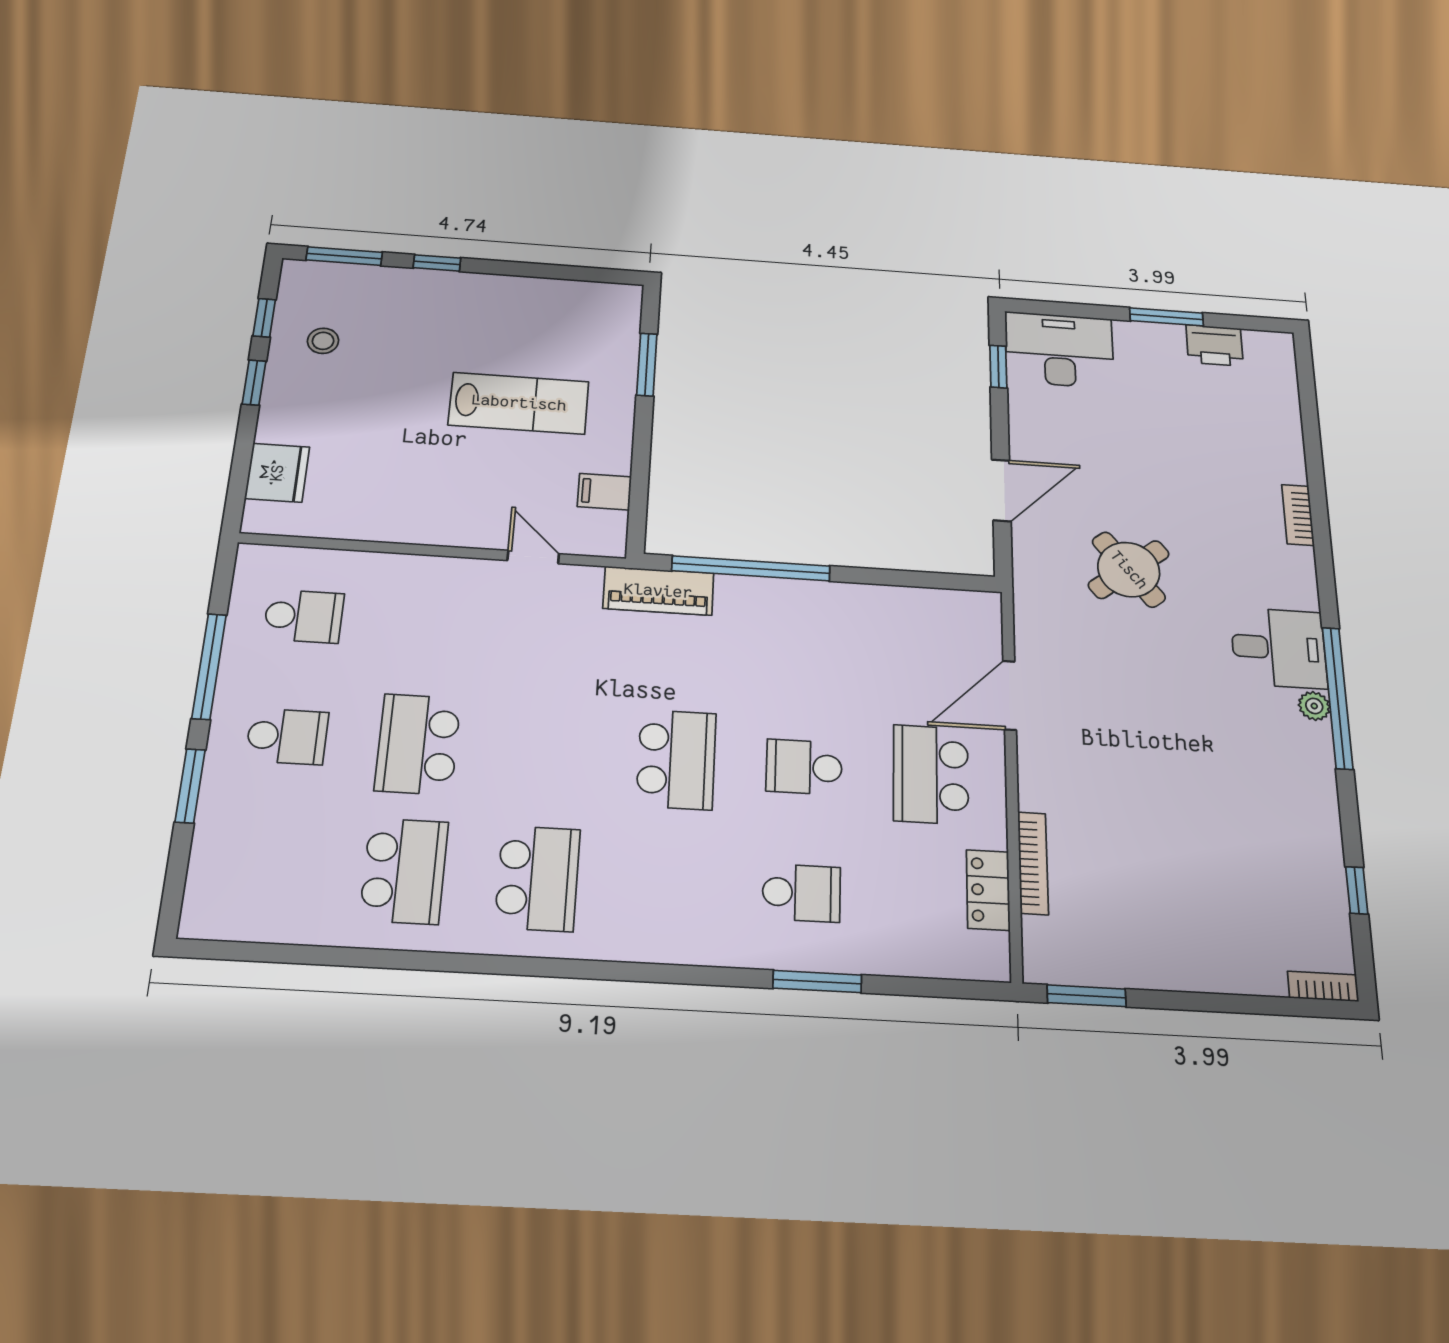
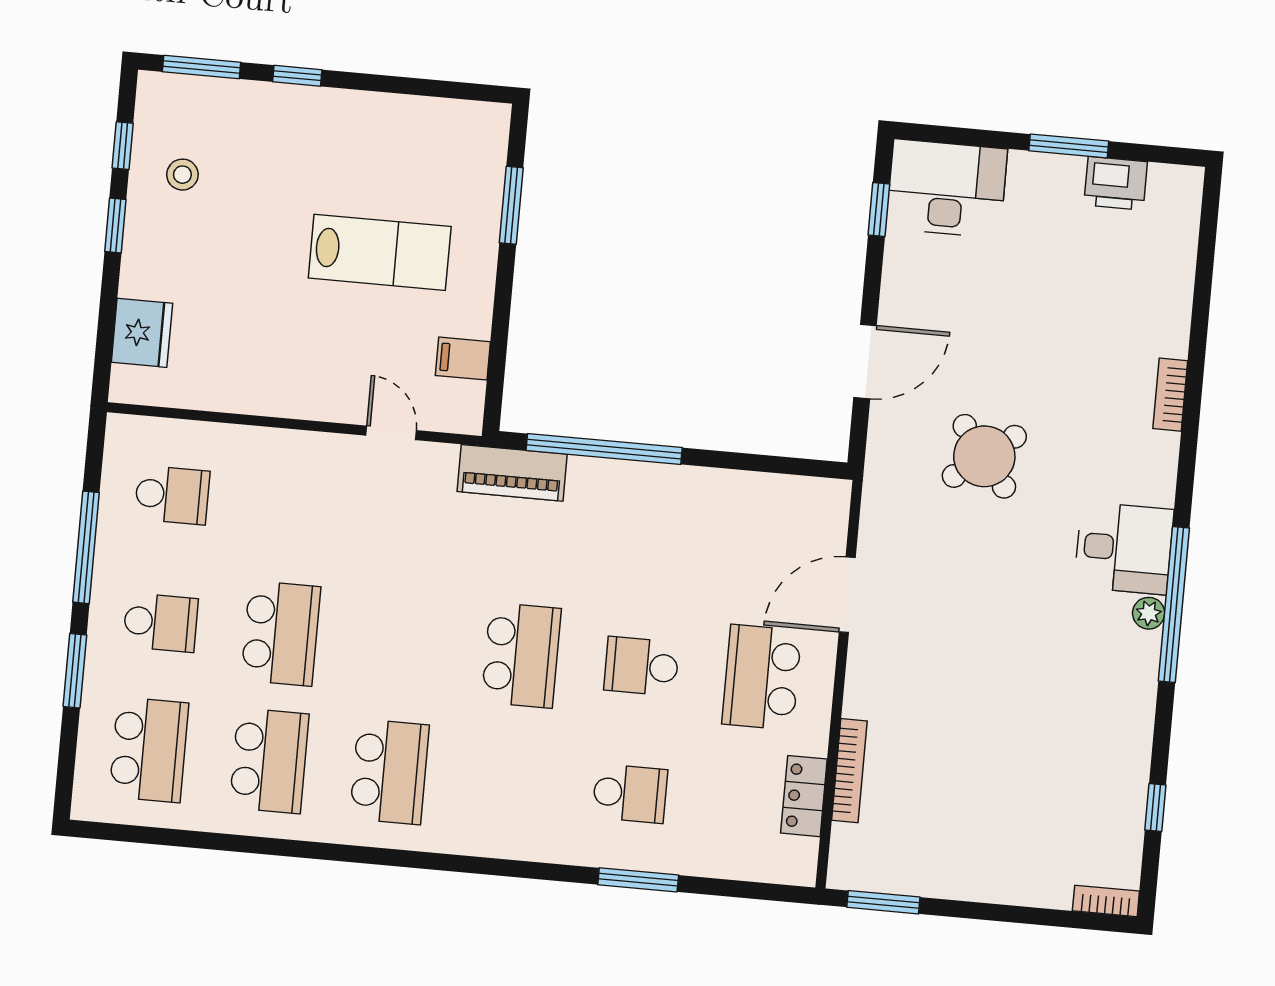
school desk: (418, 744) -> (281, 633), turned 180
school desk: (270, 863) -> (149, 750), added

